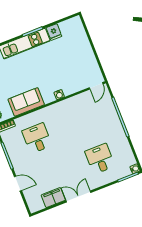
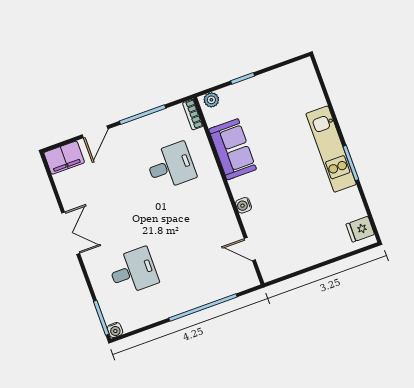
fridge: (54, 32) -> (360, 229), moved
door: (96, 86) -> (250, 249), moved
filing cabinet: (53, 198) -> (64, 158), moved, turned 90

